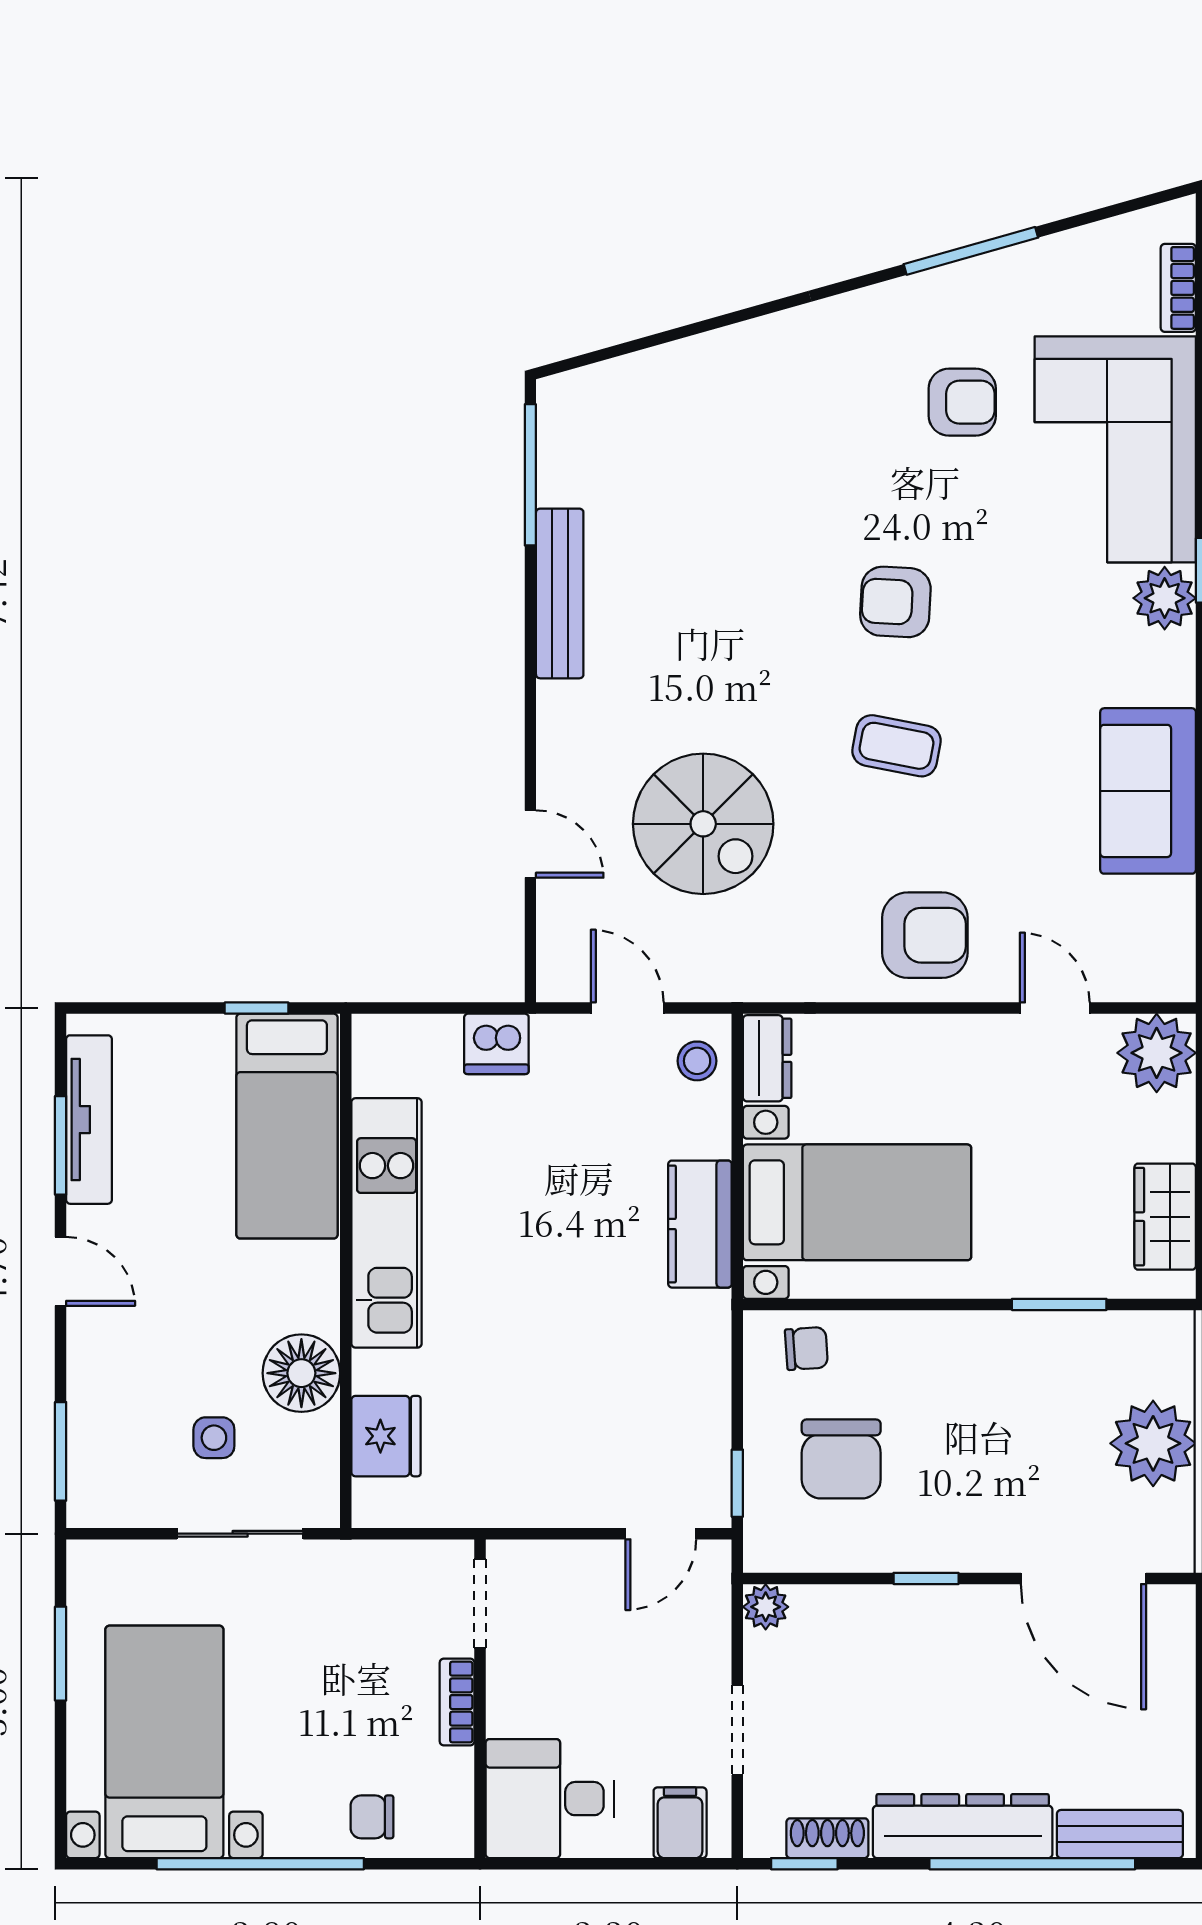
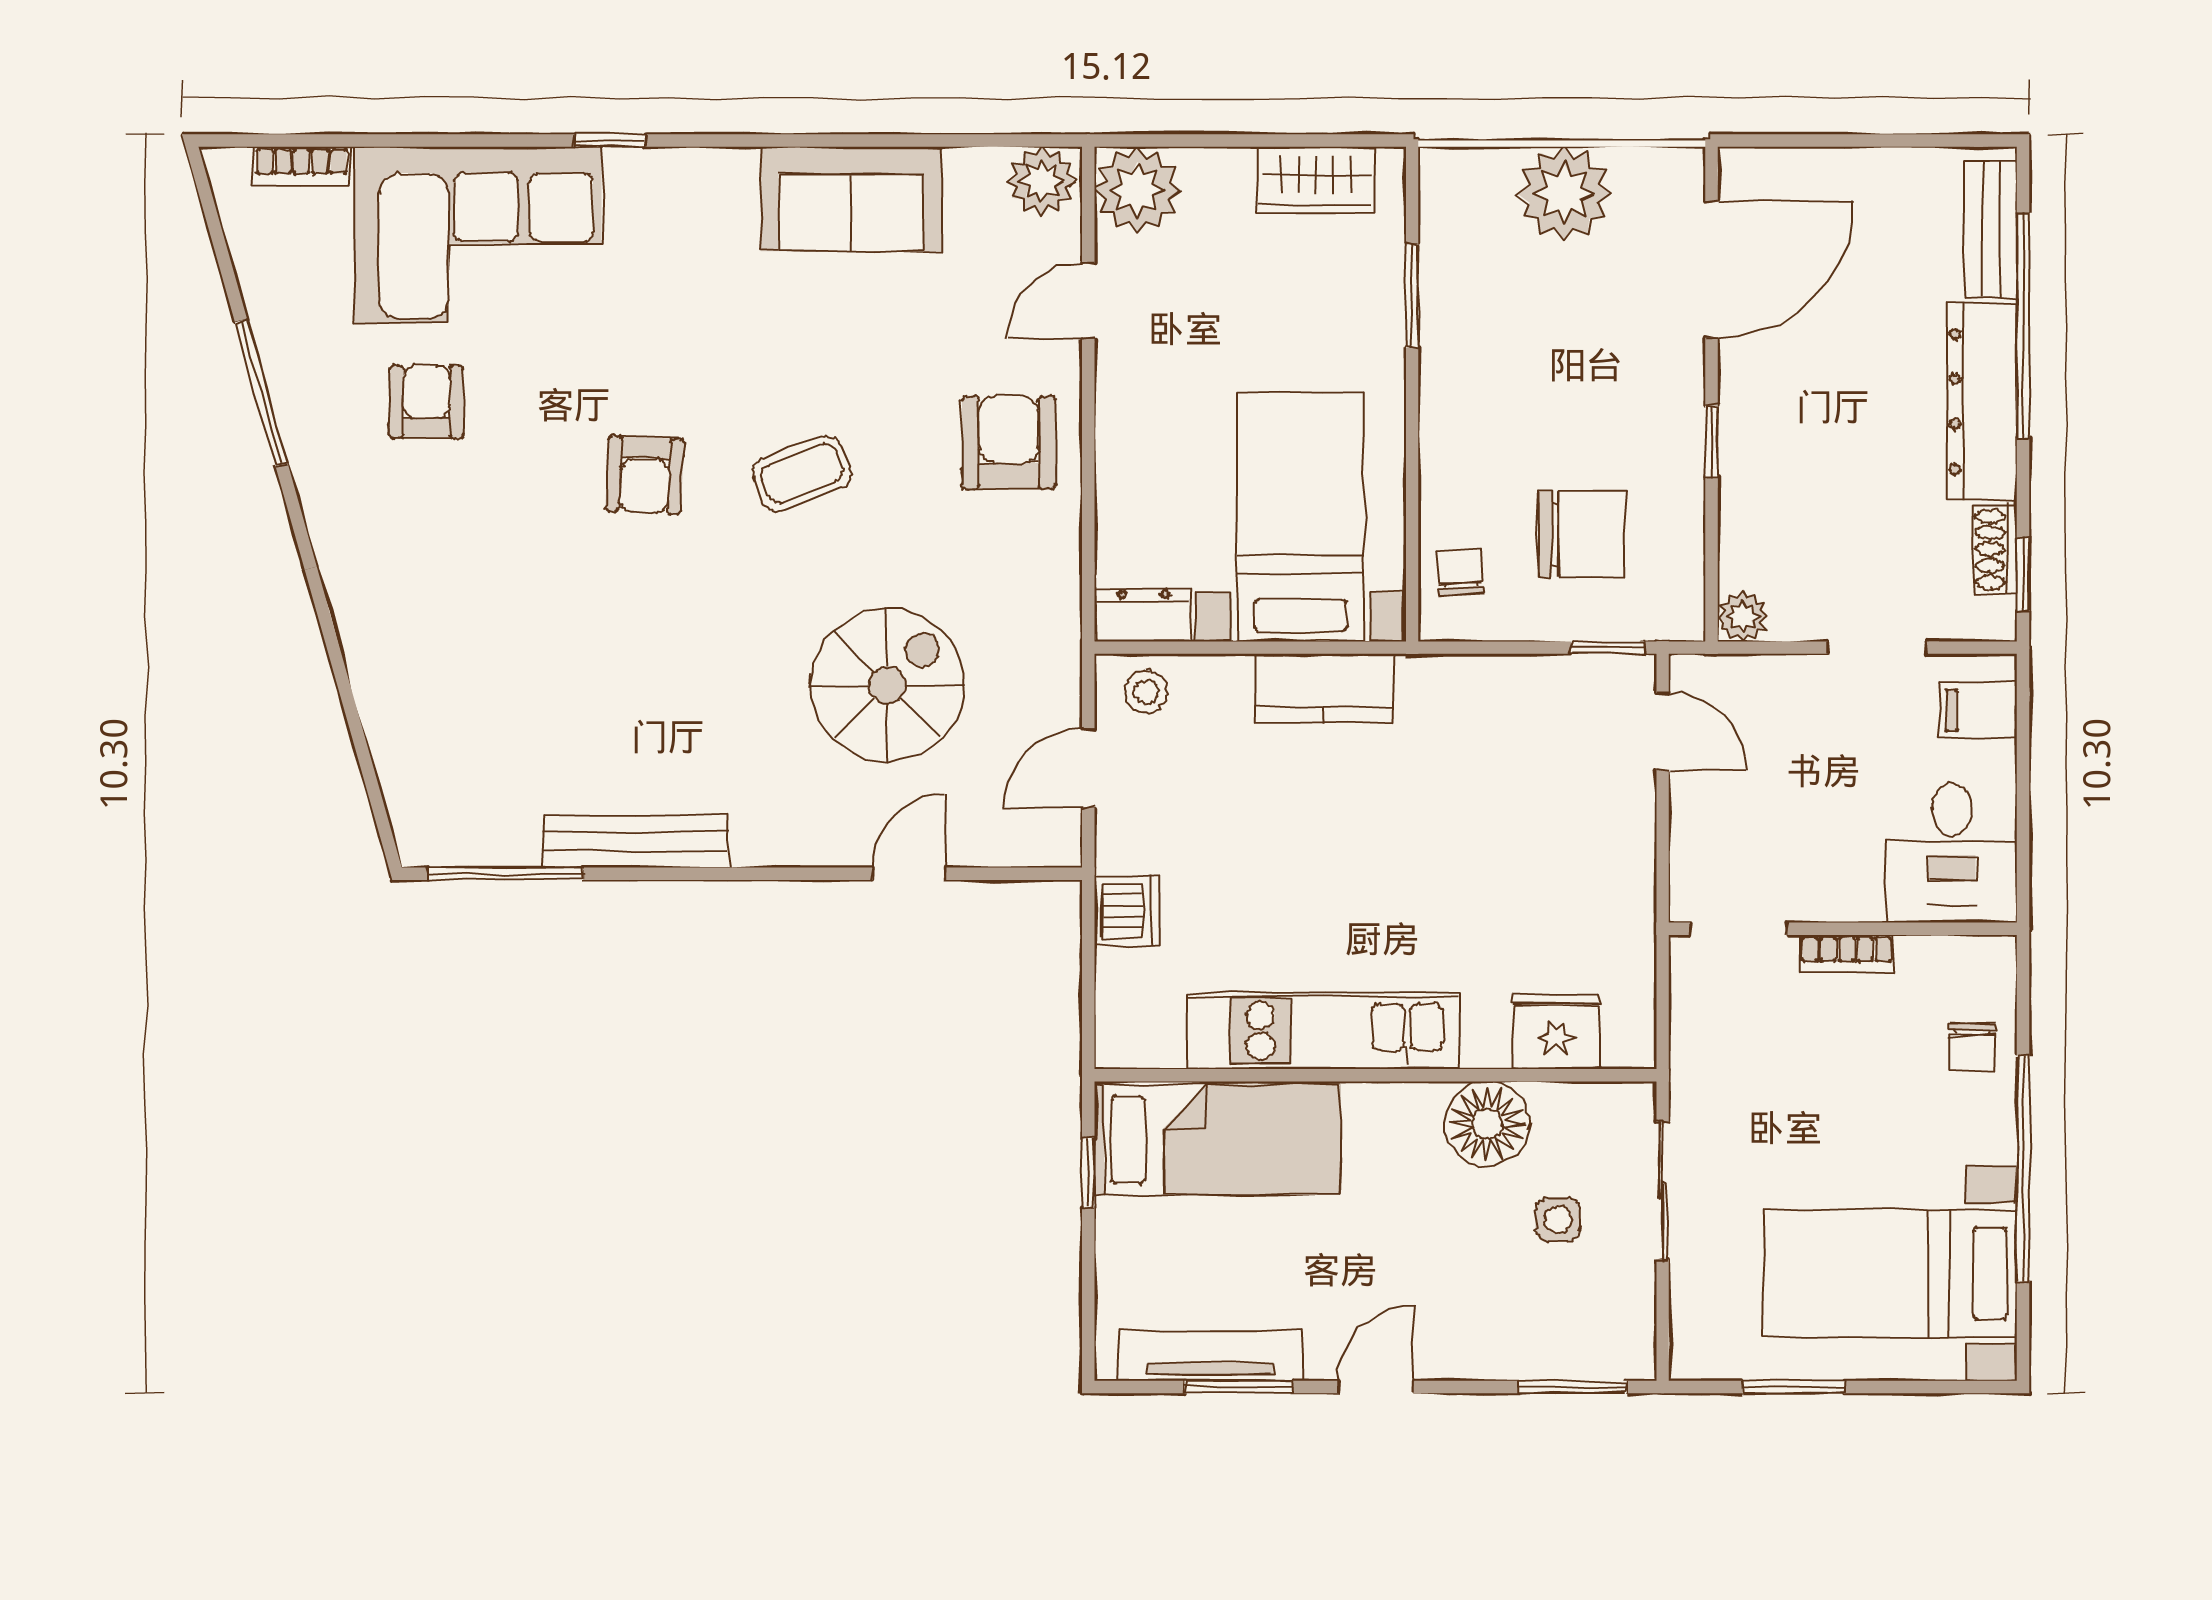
plant: (1165, 598) -> (1041, 181), moved
coffee table: (897, 746) -> (802, 474), turned 58

